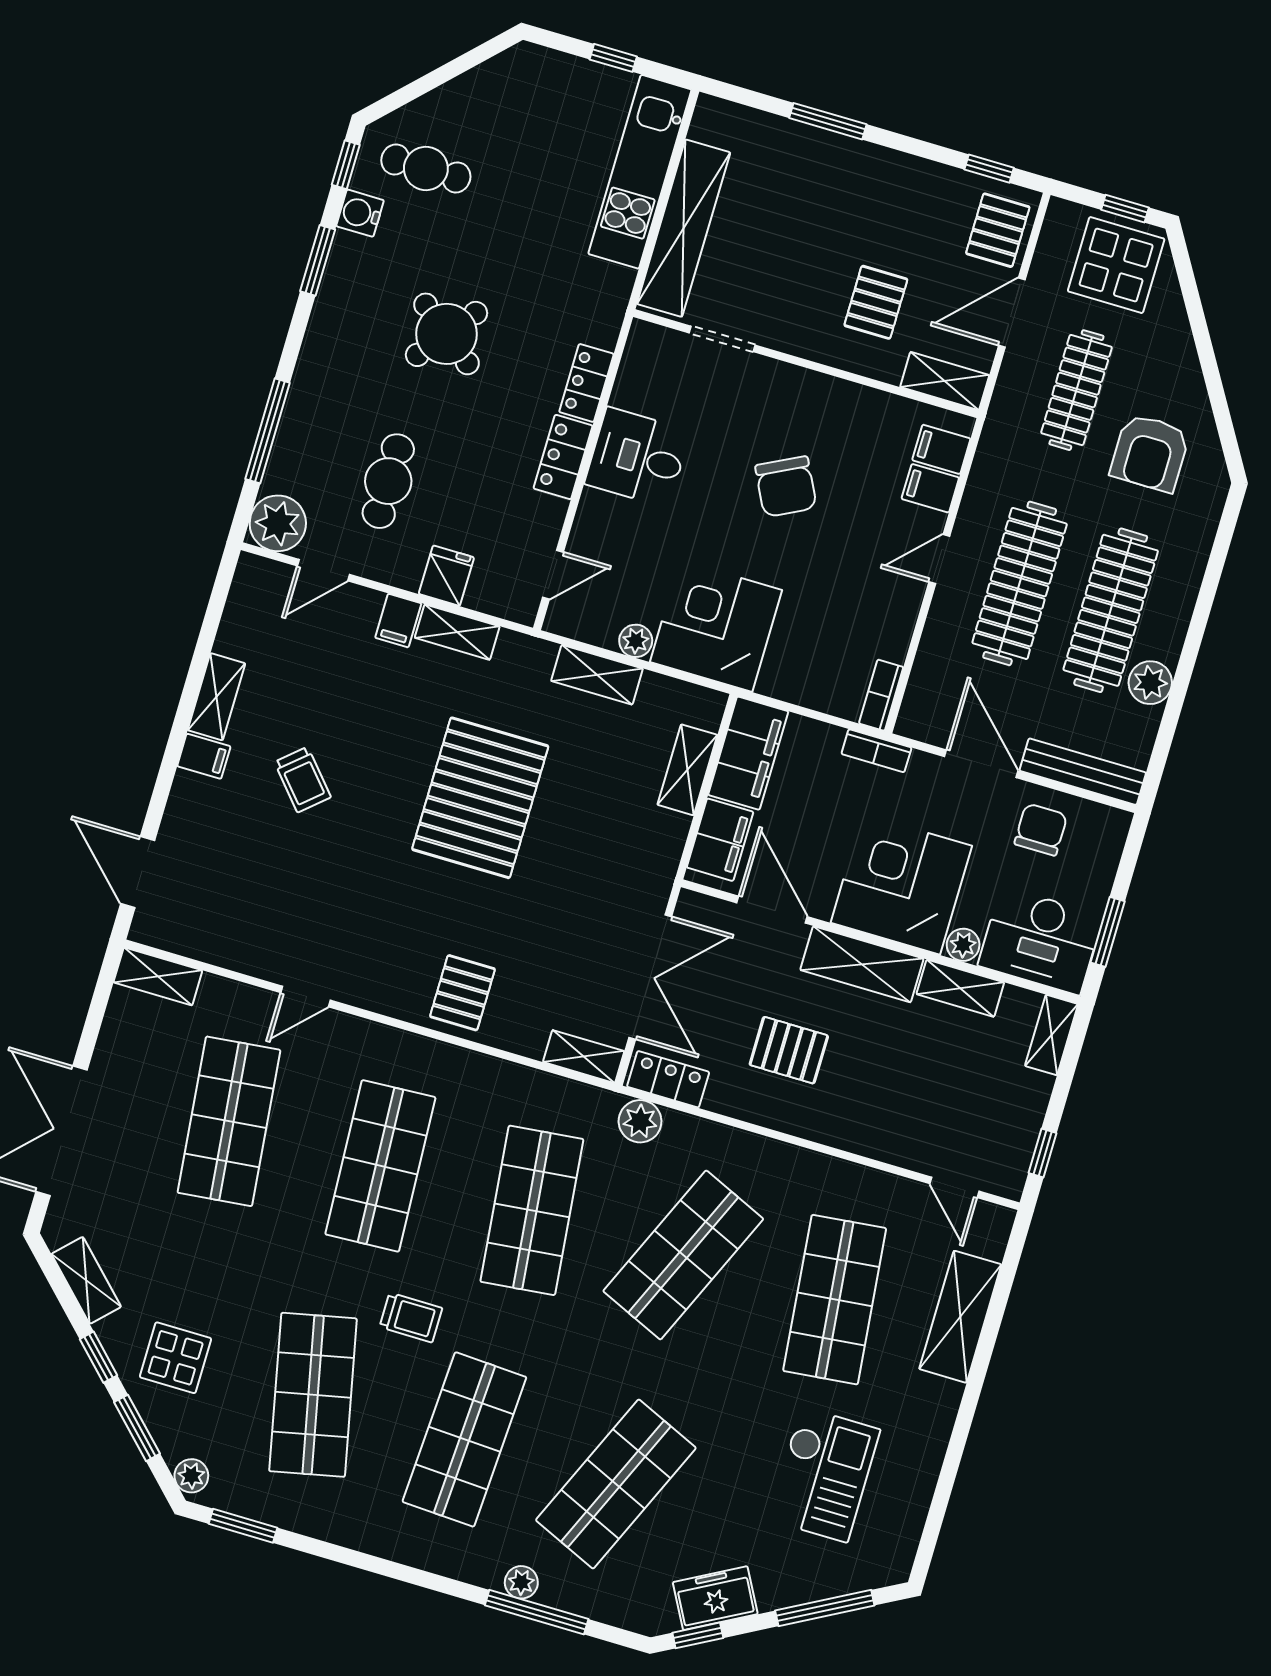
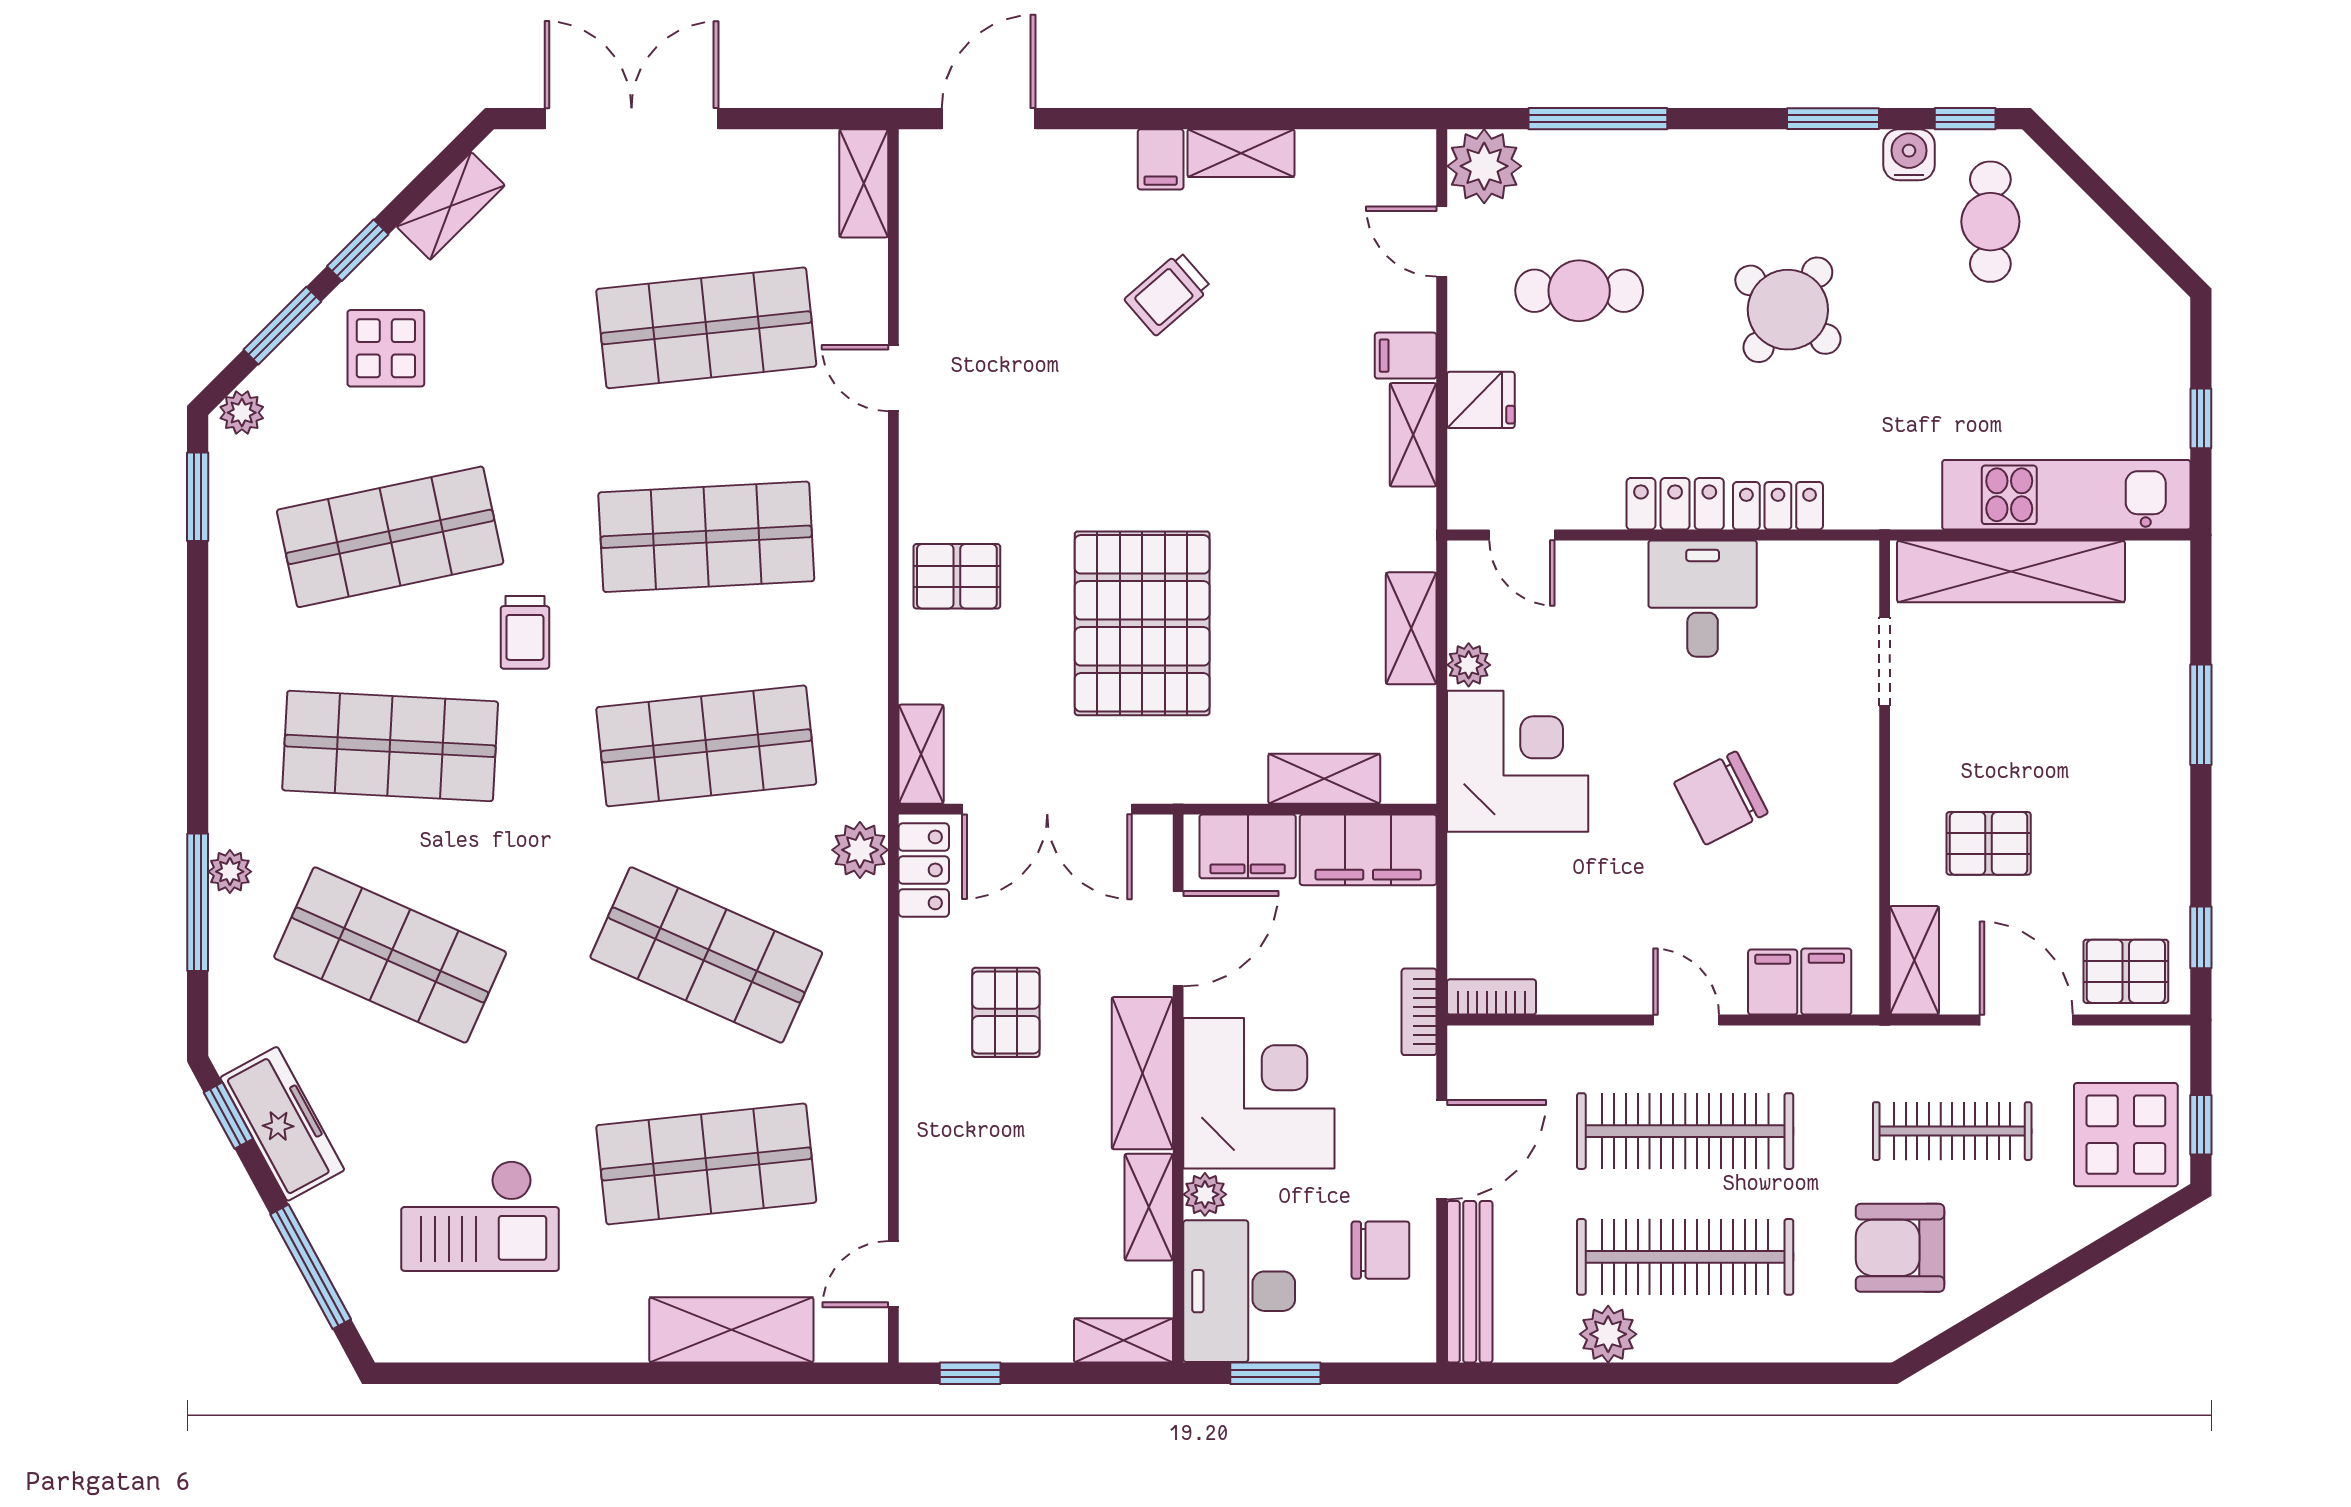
pallet: (480, 798) -> (1142, 623), moved, turned 90
freezer: (715, 1598) -> (282, 1124), width x1.40

